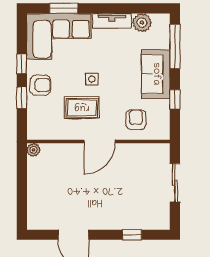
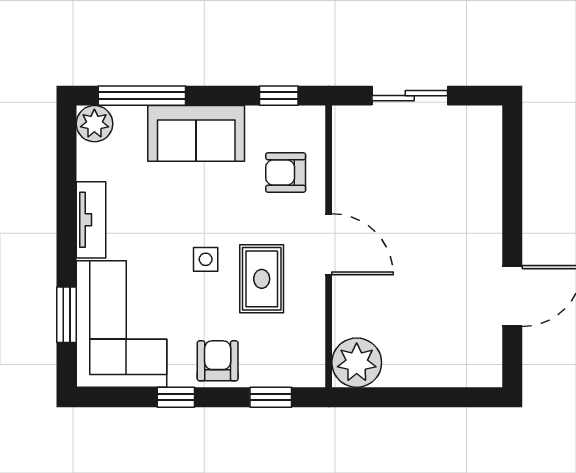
plant: (142, 23) -> (94, 124), moved
window: (22, 98) -> (271, 397), moved
window: (175, 99) -> (279, 96), moved
plant: (33, 150) -> (357, 363), width x1.87, depth x1.87
window: (132, 235) -> (512, 180), removed

